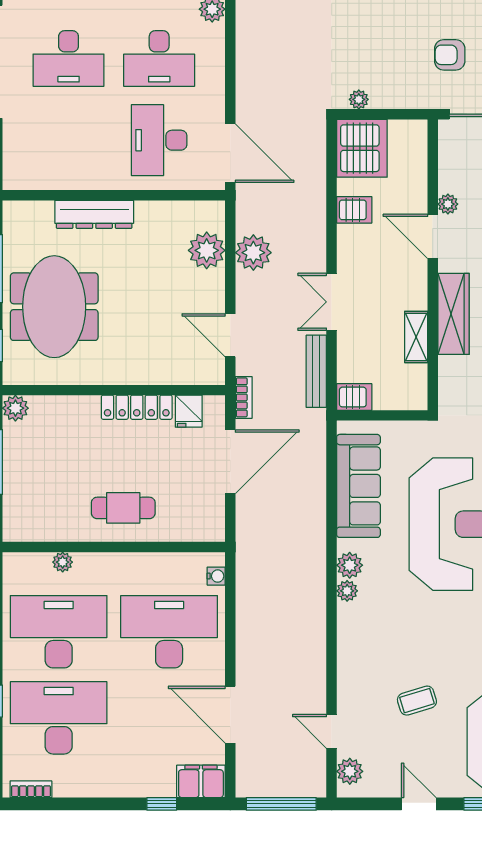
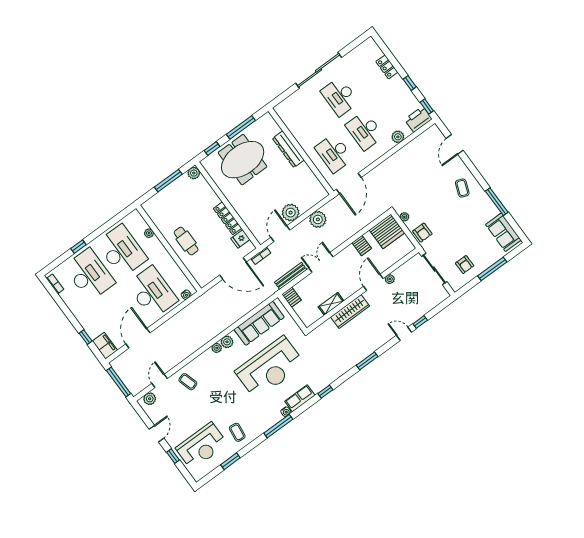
armchair: (450, 55) -> (422, 233), moved, turned 180
desk: (159, 140) -> (334, 153), turned -90
plant: (207, 250) -> (291, 213), moved
coffee table: (417, 701) -> (188, 382), moved

